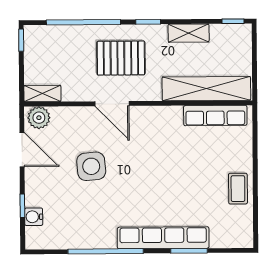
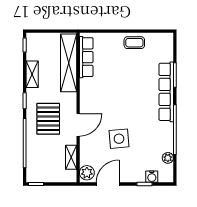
shelving: (42, 94) -> (71, 157), moved
plant: (62, 241) -> (168, 158), added

